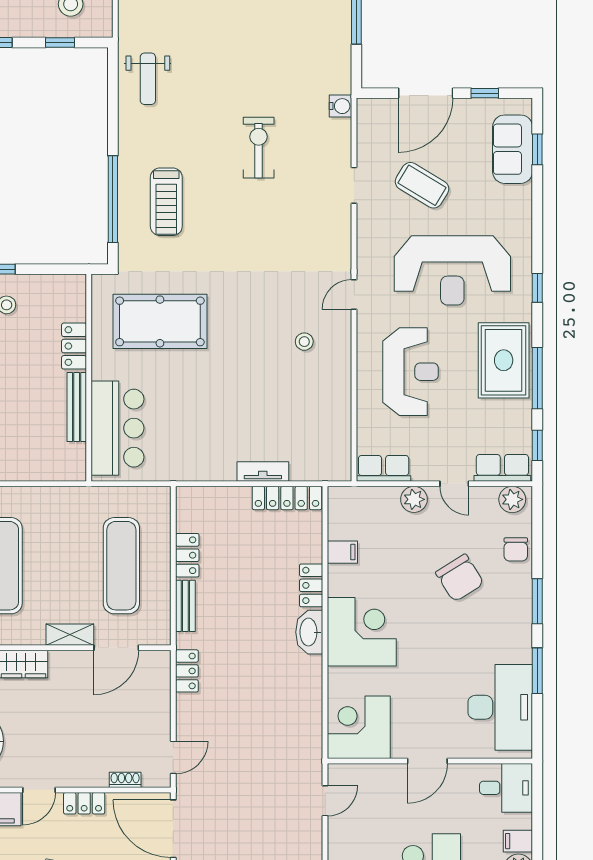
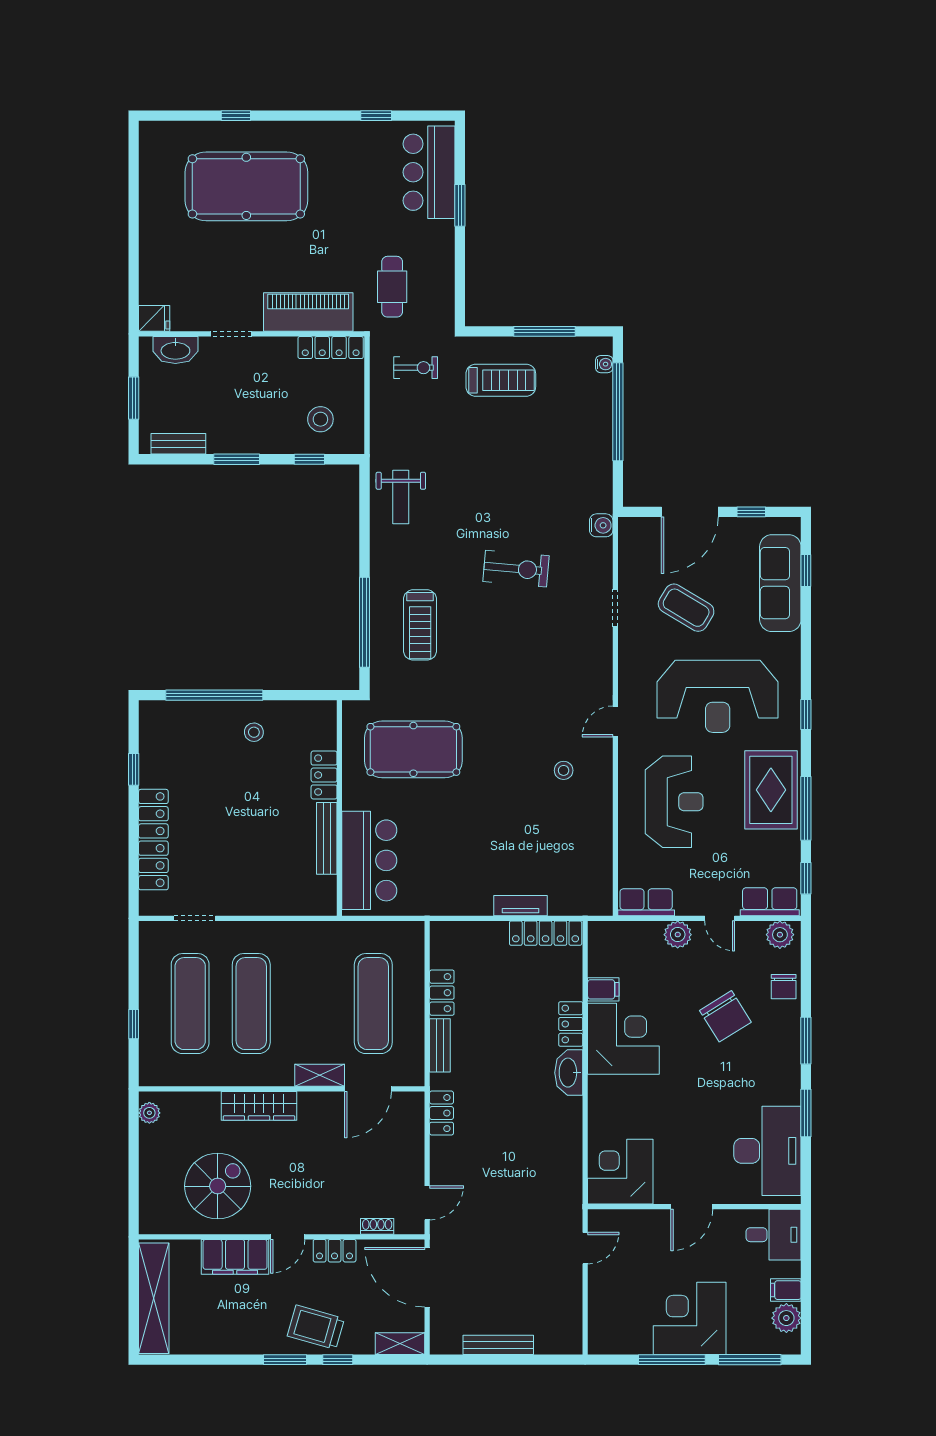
exercise bike: (259, 148) -> (516, 569), turned 95
sofa: (513, 149) -> (780, 583), width x1.36
corner desk: (362, 632) -> (623, 1039), moved

